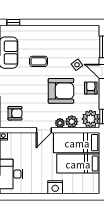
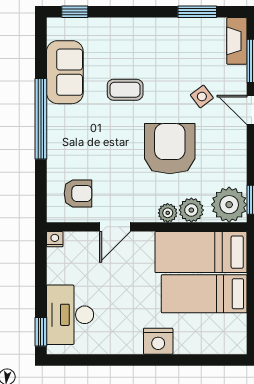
window: (75, 22) -> (197, 12), added
fireplace: (95, 37) -> (237, 41), added
armchair: (91, 88) -> (229, 143), removed
armchair: (61, 91) -> (170, 149), turned -90
door: (44, 130) -> (115, 227), moved

